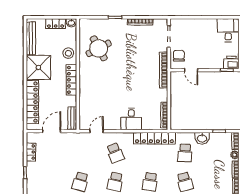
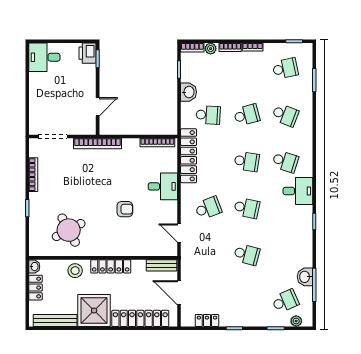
chair: (179, 56) -> (79, 123), removed
armchair: (114, 90) -> (125, 209), added

